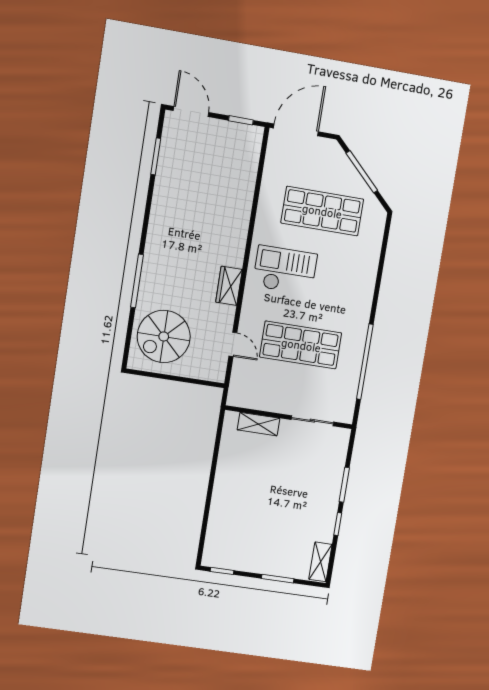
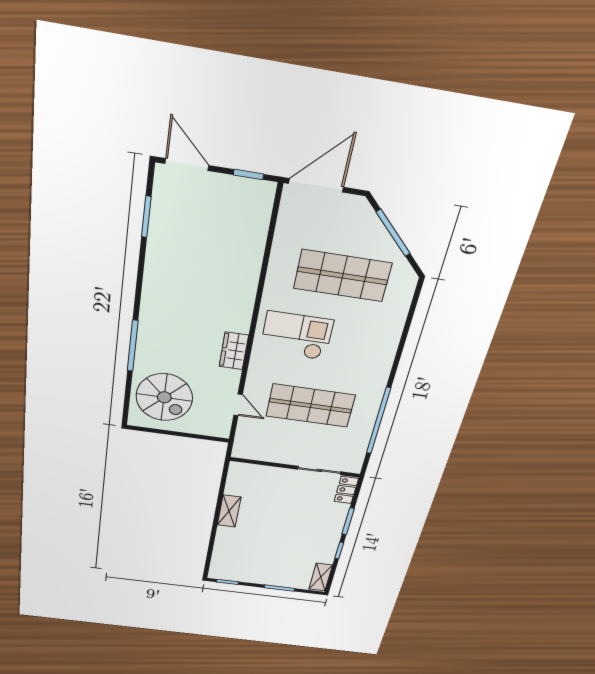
spiral stairs: (164, 336) -> (164, 397), turned -90
shelving: (258, 424) -> (229, 511), moved, turned 90
locker: (340, 445) -> (346, 490), added

